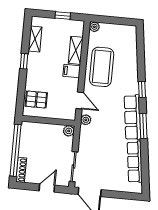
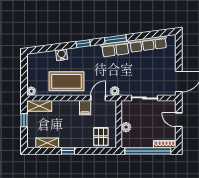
shelving: (76, 50) -> (39, 106), moved
water cooler: (132, 64) -> (62, 55), added
filing cabinet: (72, 71) -> (85, 108), moved
row of seats: (132, 117) -> (115, 49), width x0.68
plant: (69, 131) -> (126, 127), moved
sliding door: (74, 167) -> (145, 98), moved

